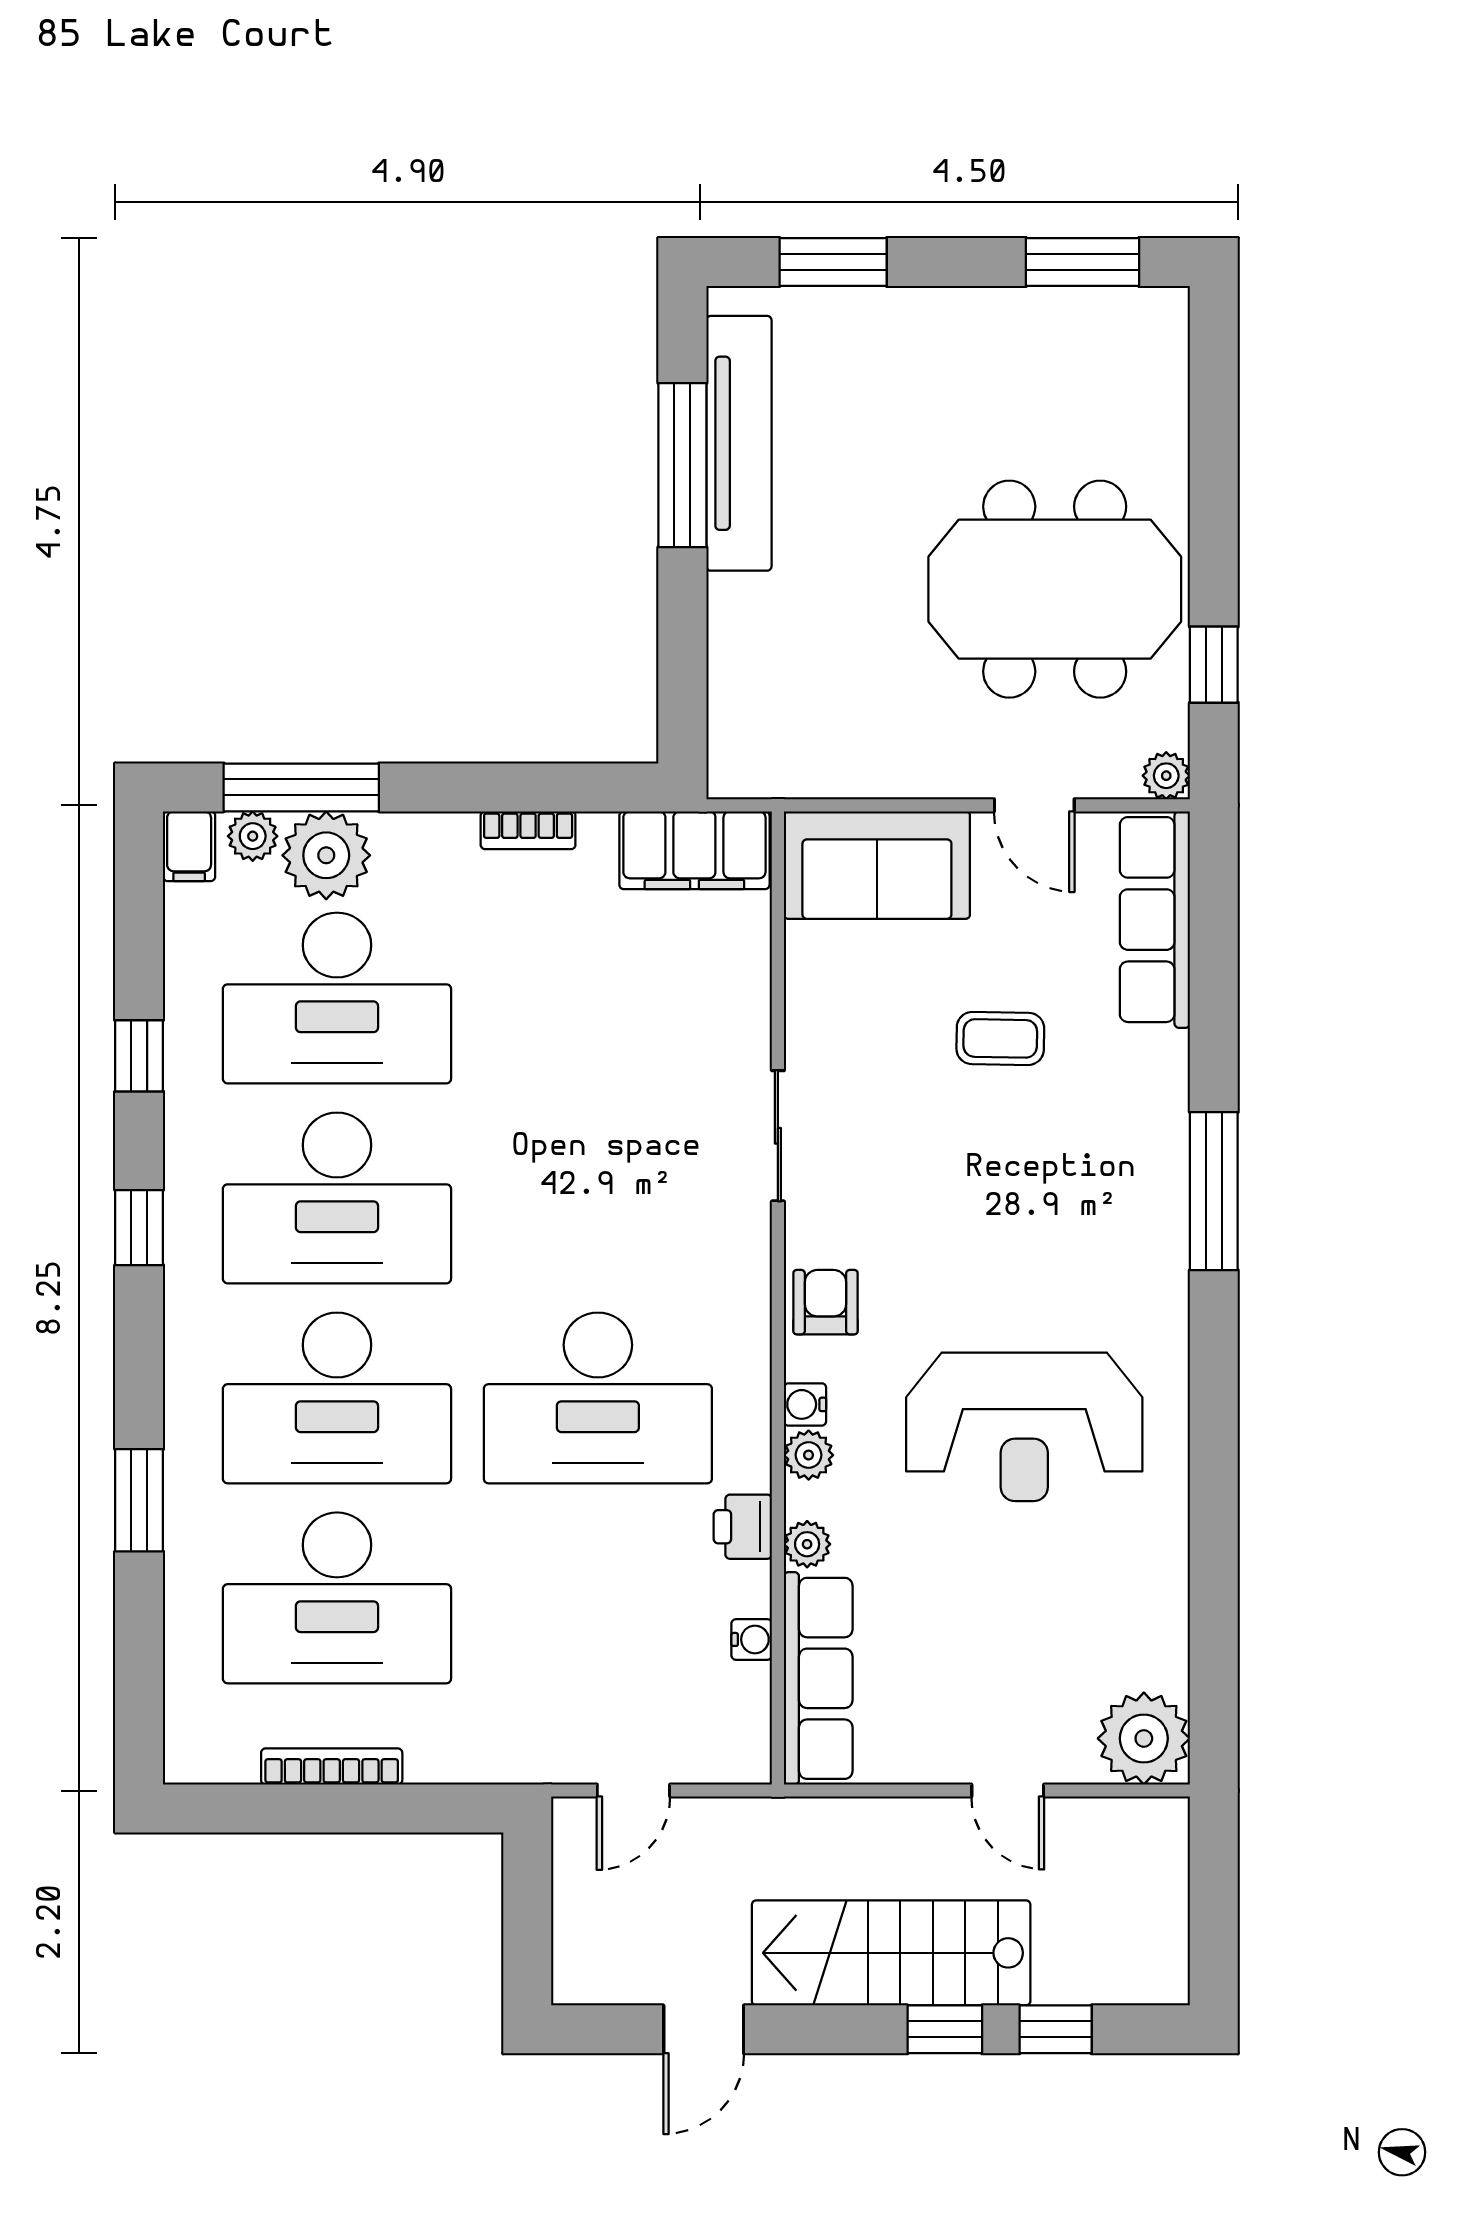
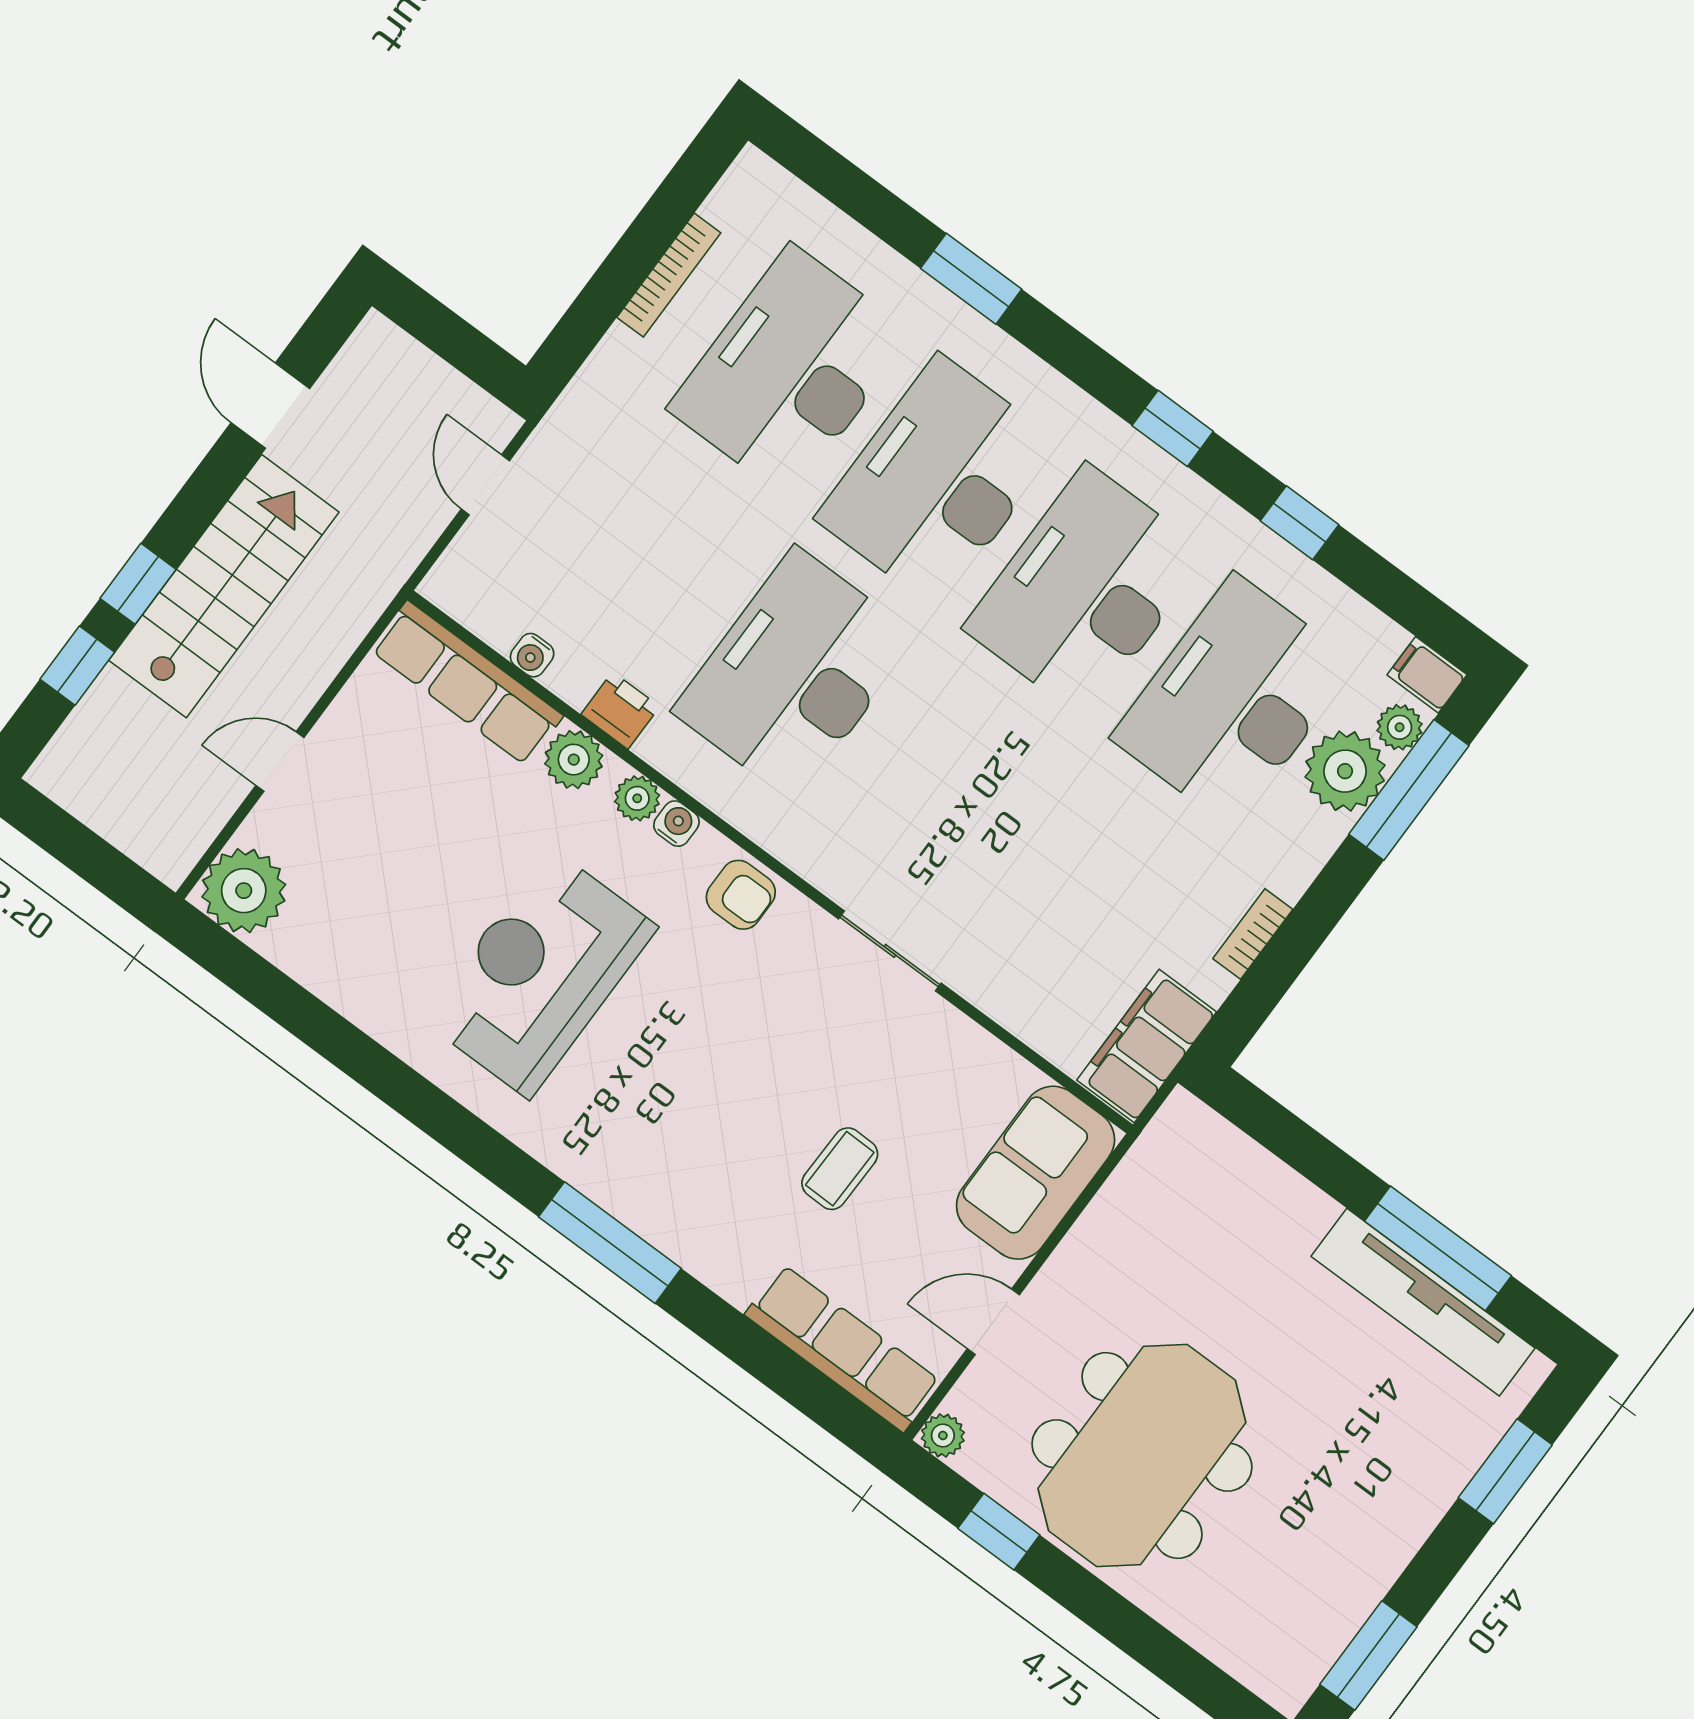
plant: (807, 1544) -> (574, 760), width x1.38, depth x1.38

